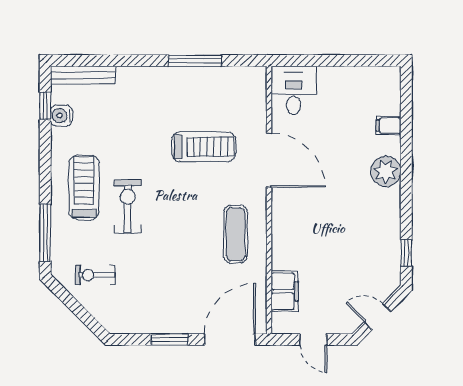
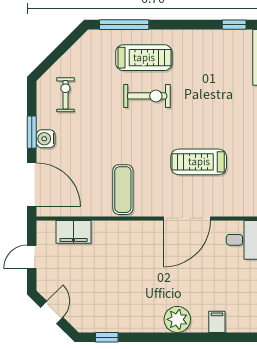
water cooler: (61, 116) -> (46, 139), moved, turned -90
treadmill: (204, 147) -> (199, 162), turned 90
treadmill: (84, 187) -> (144, 58), moved
exercise mat: (236, 234) -> (123, 190), turned 90
exercise bike: (95, 275) -> (65, 95), moved

